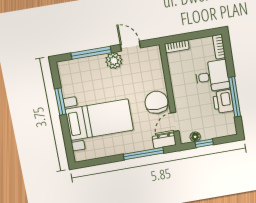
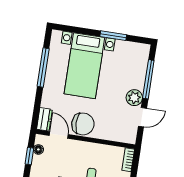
window: (144, 154) -> (43, 68), moved

